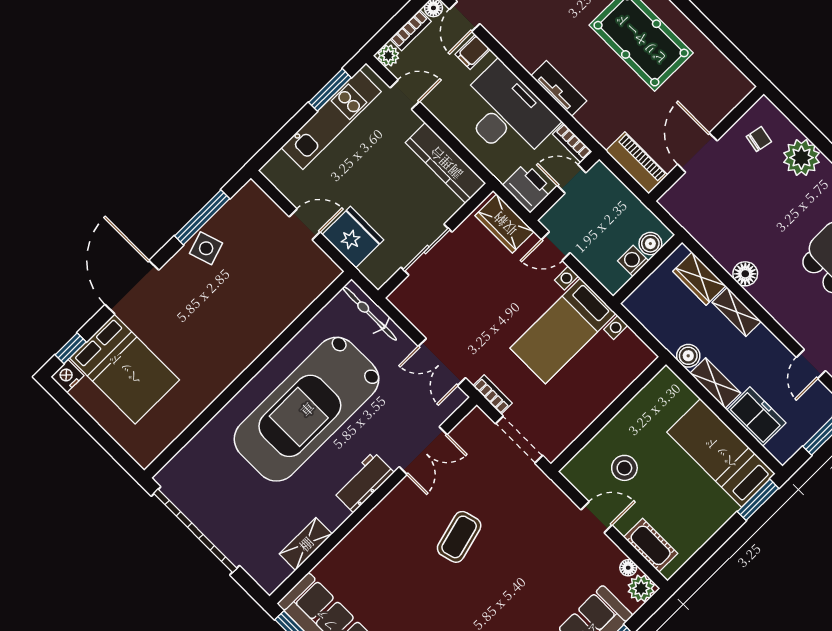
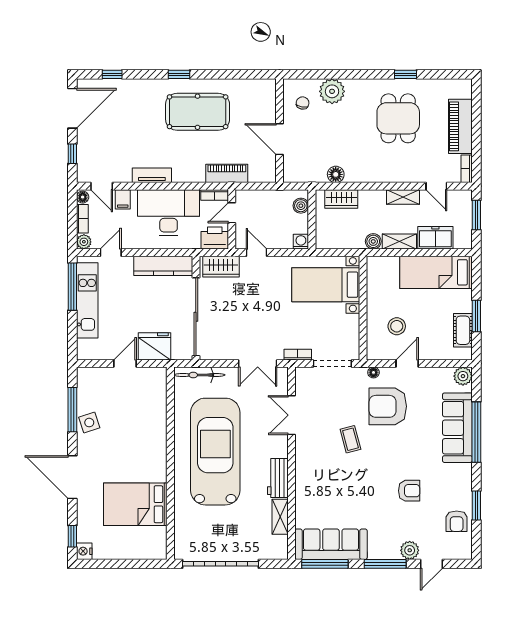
tv unit: (559, 88) -> (152, 175), moved
window: (330, 90) -> (72, 287), width x1.44
piano: (637, 163) -> (227, 173), moved
door: (556, 246) -> (256, 253), swing flipped
sliding door: (426, 250) -> (196, 317), width x1.86
washing machine: (633, 261) -> (301, 242), moved, turned 90
floor lamp: (745, 274) -> (336, 174), moved
shelving: (737, 312) -> (403, 197), moved
bed with nightstands: (563, 331) -> (326, 285), moved, turned 90
bed: (125, 369) -> (135, 504), moved, turned 180
car: (307, 409) -> (215, 452), turned 180
double door: (423, 451) -> (291, 415), swing flipped
workbench: (363, 482) -> (278, 478), moved
window: (758, 500) -> (476, 316), moved
coffee table: (459, 537) -> (350, 439), width x0.73, depth x0.77
armchair: (532, 542) -> (388, 406), added
cot: (651, 545) -> (463, 330), moved, turned 90
floor lamp: (628, 568) -> (373, 372), moved

